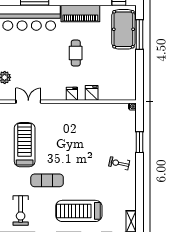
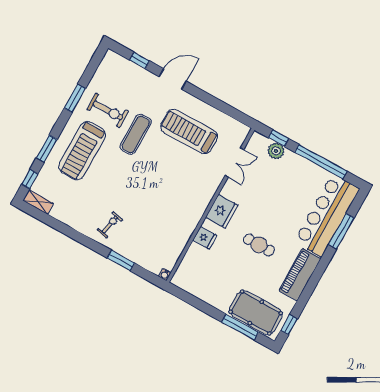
fridge: (72, 94) -> (222, 211), width x1.88, depth x1.34
treadmill: (25, 145) -> (189, 132), turned 180
exercise bike: (21, 211) -> (108, 110), moved, turned 180
treadmill: (79, 211) -> (82, 151), turned 180

